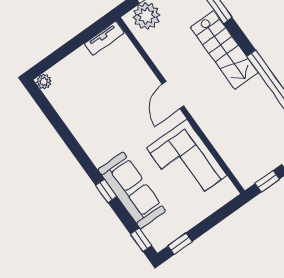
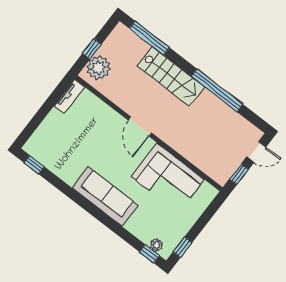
plant: (44, 82) -> (156, 245), moved
sofa: (132, 190) -> (105, 197), moved
window: (106, 191) -> (34, 165), moved

